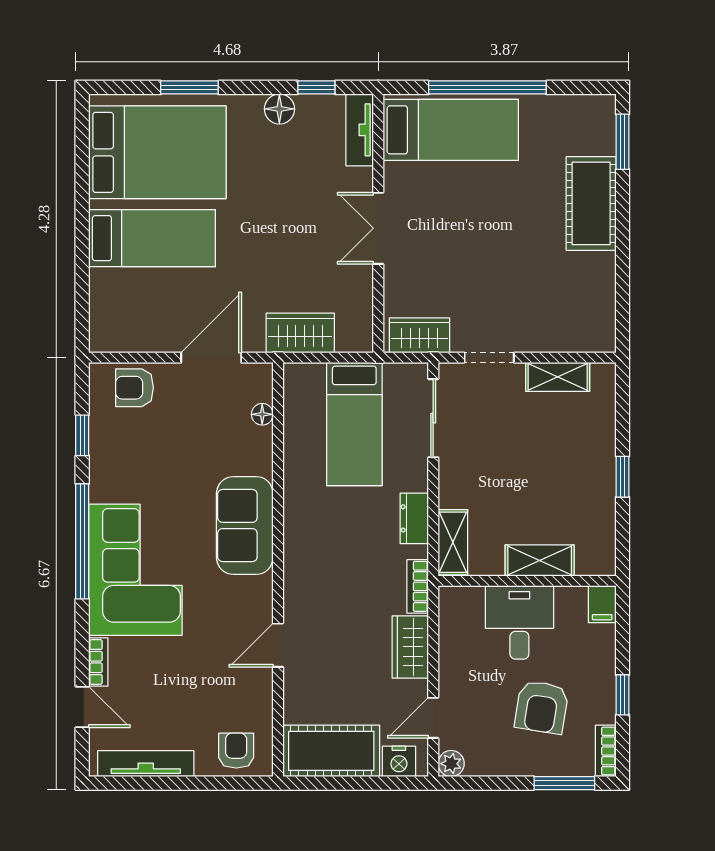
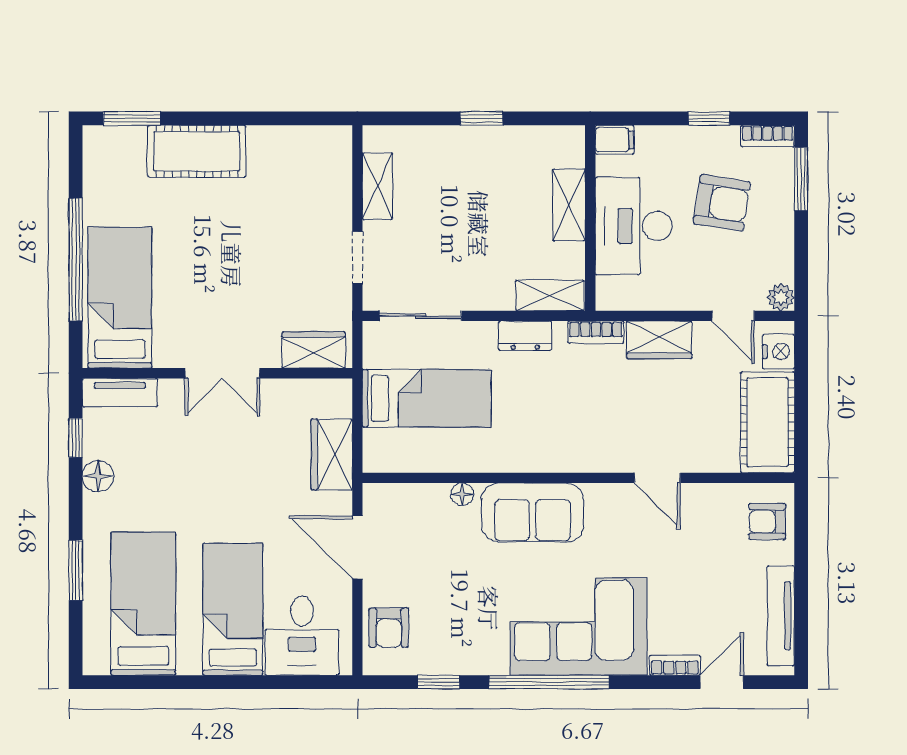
bed: (157, 152) -> (143, 604), width x0.67
desk: (127, 305) -> (302, 636), added
wardrobe: (419, 335) -> (314, 350), moved, turned 90
floor lamp: (262, 414) -> (462, 494), moved
desk: (519, 622) -> (634, 226), width x1.37

